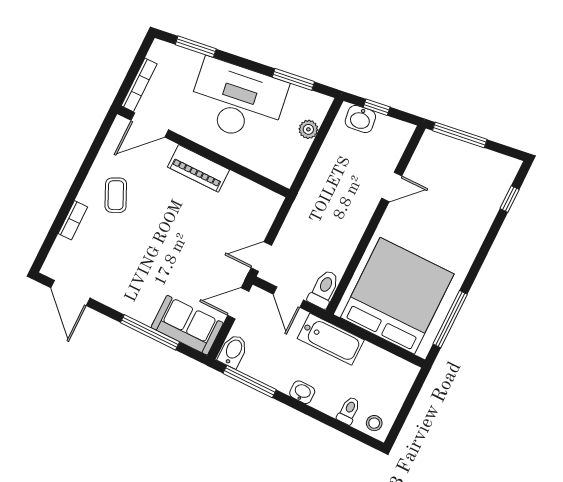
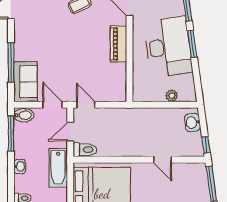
window: (293, 79) -> (192, 44), moved
window: (377, 107) -> (206, 145), moved

